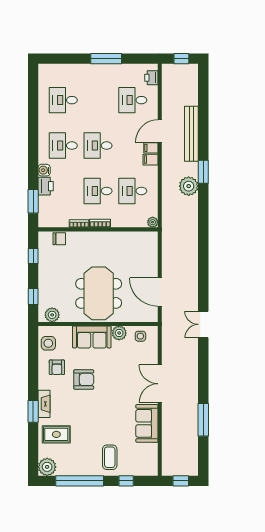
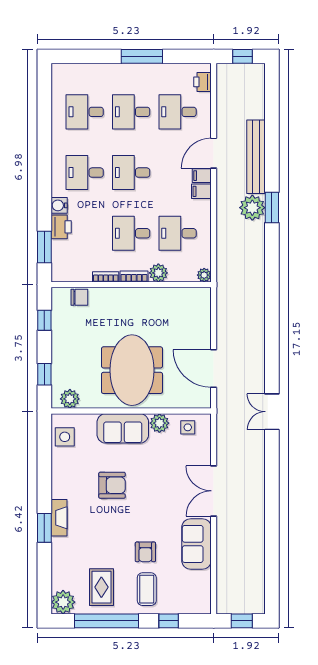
desk: (98, 100) -> (131, 112), added
plant: (189, 186) -> (252, 208), moved
plant: (118, 221) -> (158, 273), added
armchair: (57, 367) -> (145, 552), moved
window: (203, 420) -> (272, 539), removed
rug: (56, 434) -> (101, 587), moved, turned 90

